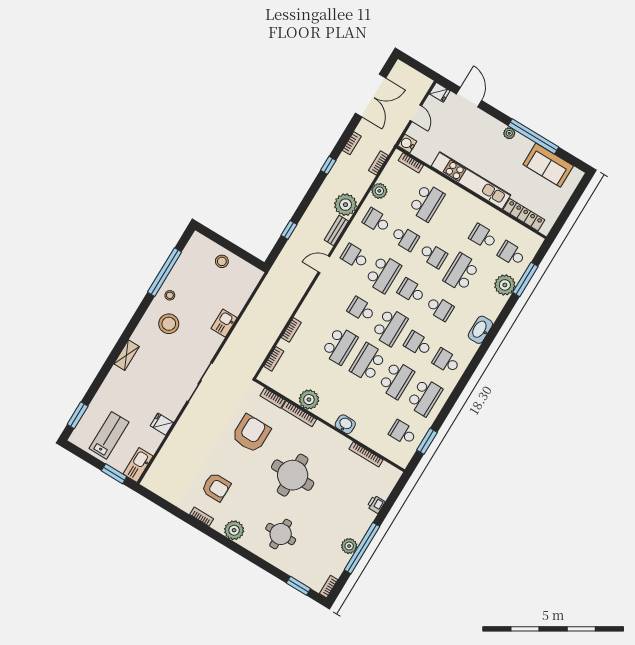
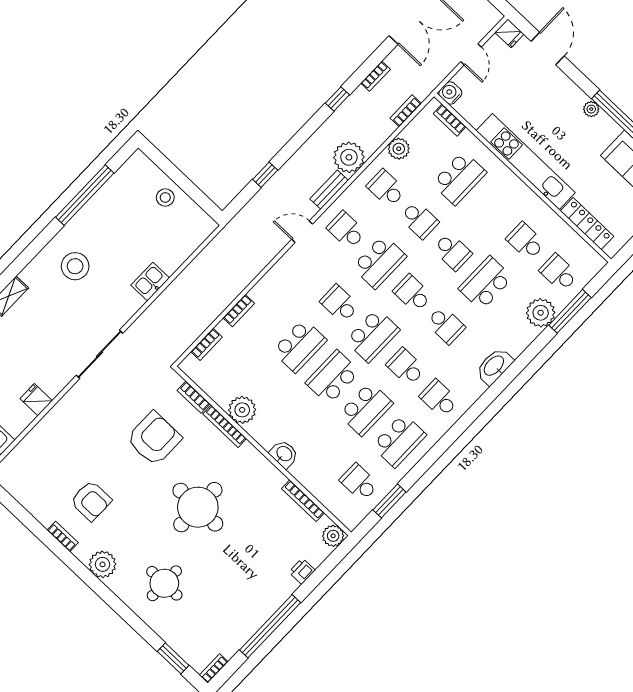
stool: (170, 295) -> (85, 228), removed
plant: (349, 546) -> (333, 536), moved

